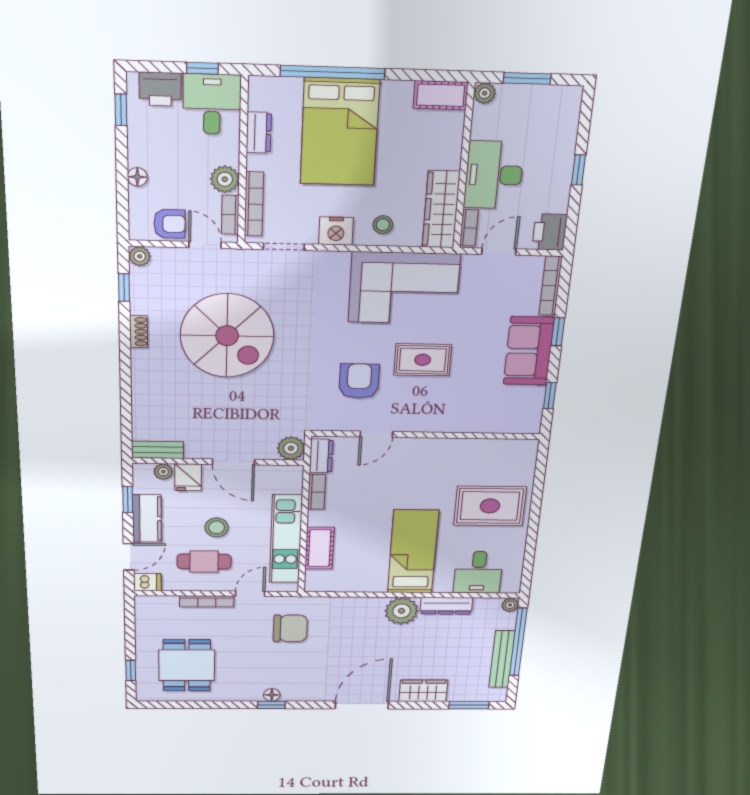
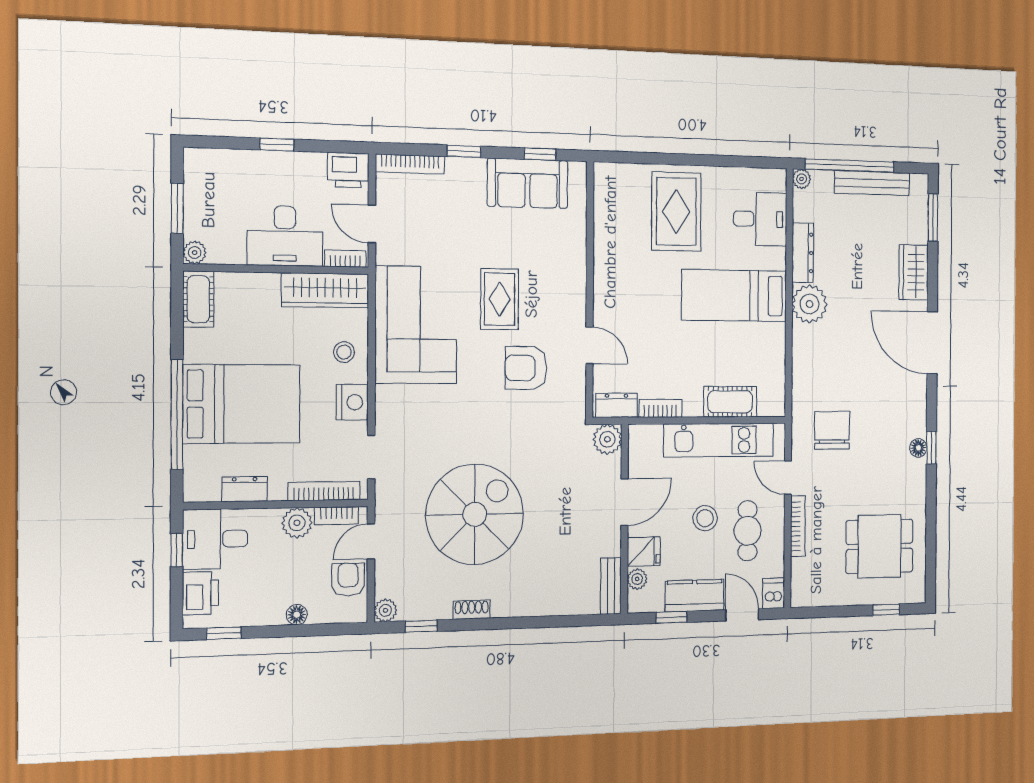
sofa: (529, 351) -> (528, 183), moved

